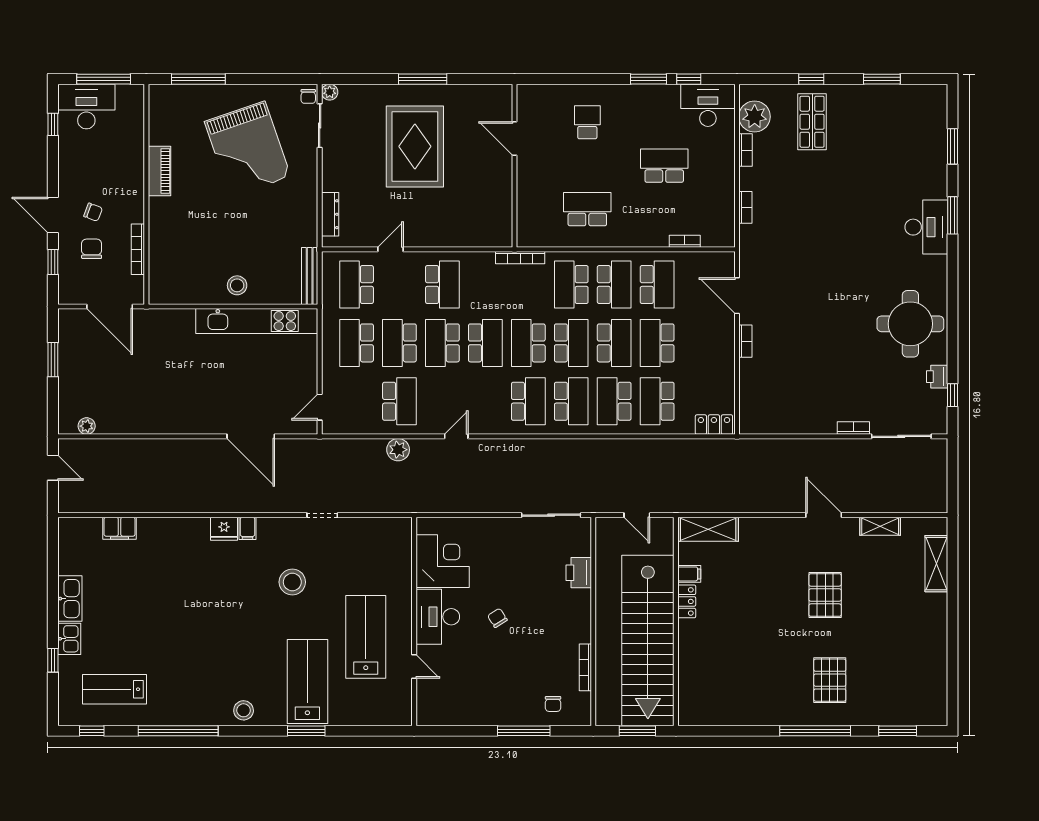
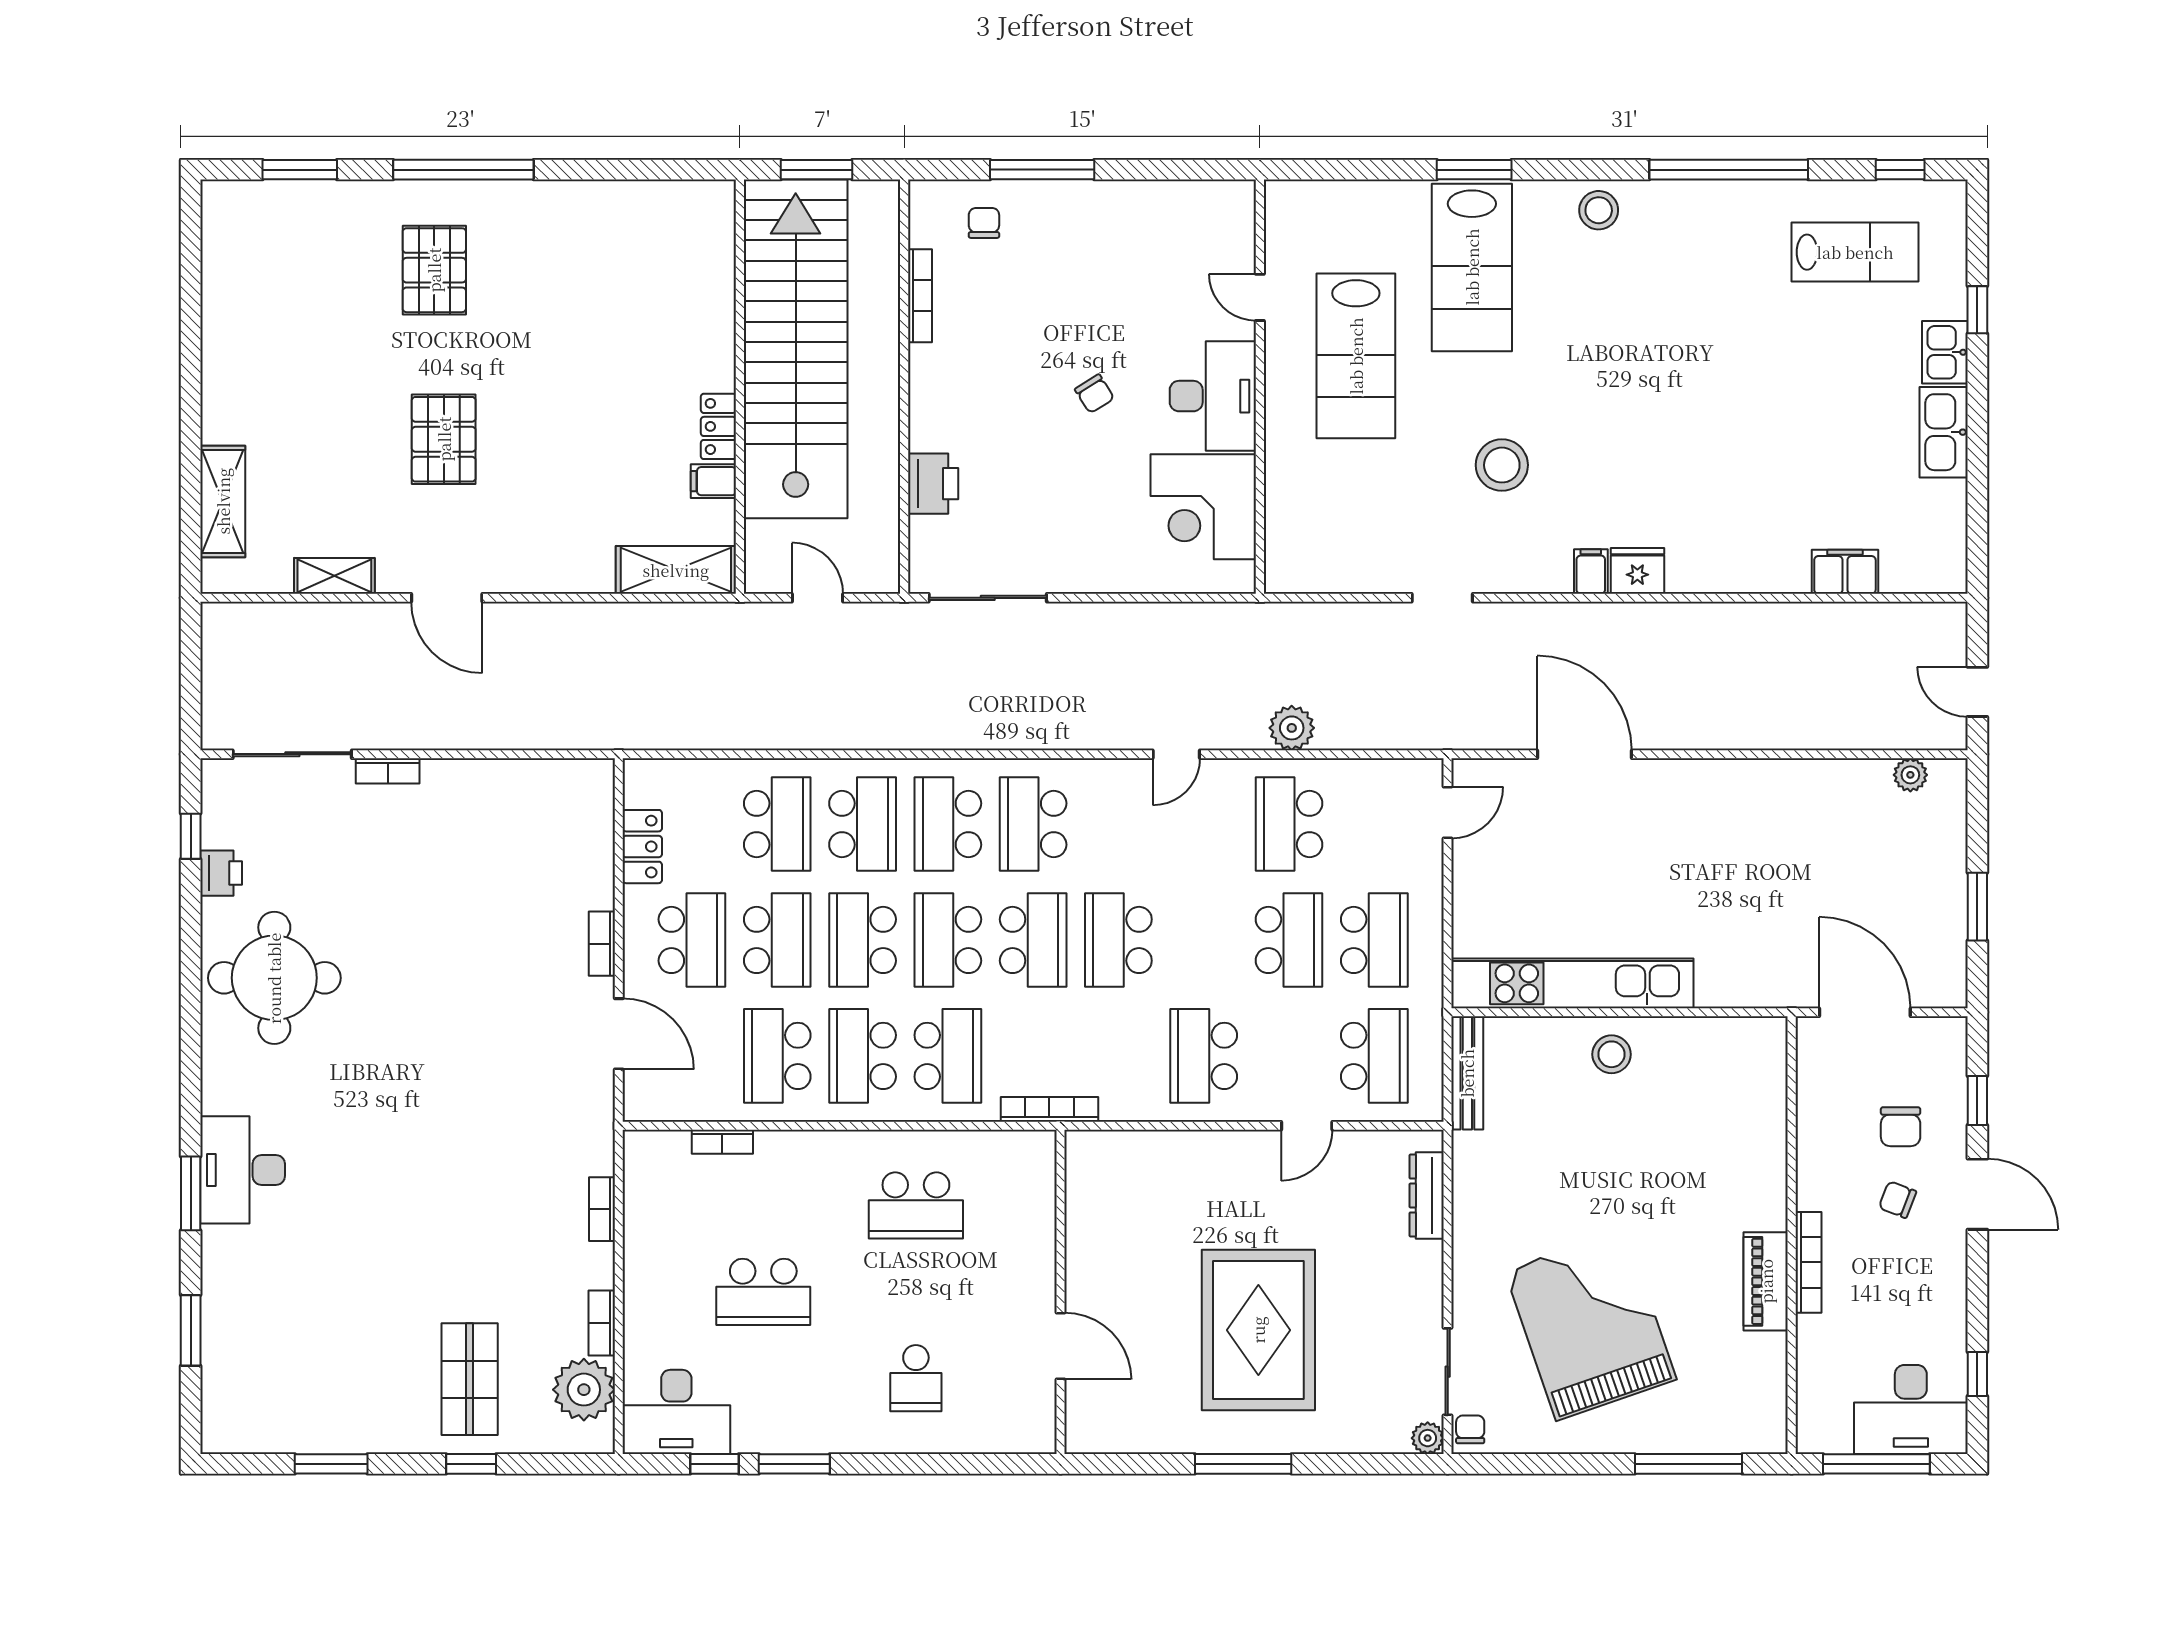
bookcase: (138, 249) -> (1808, 1262), moved
school desk: (442, 343) -> (692, 940), moved
locker: (714, 425) -> (642, 847), moved, turned -90

